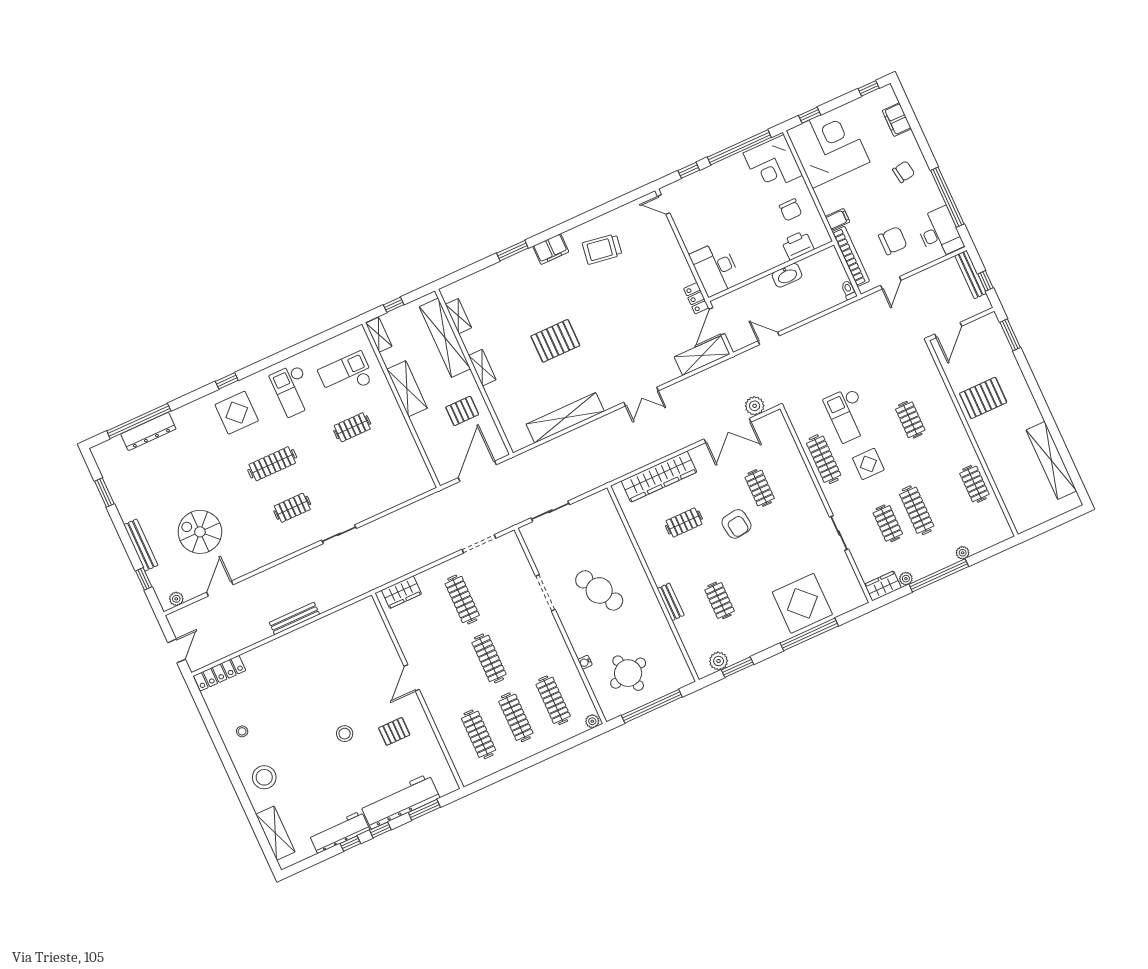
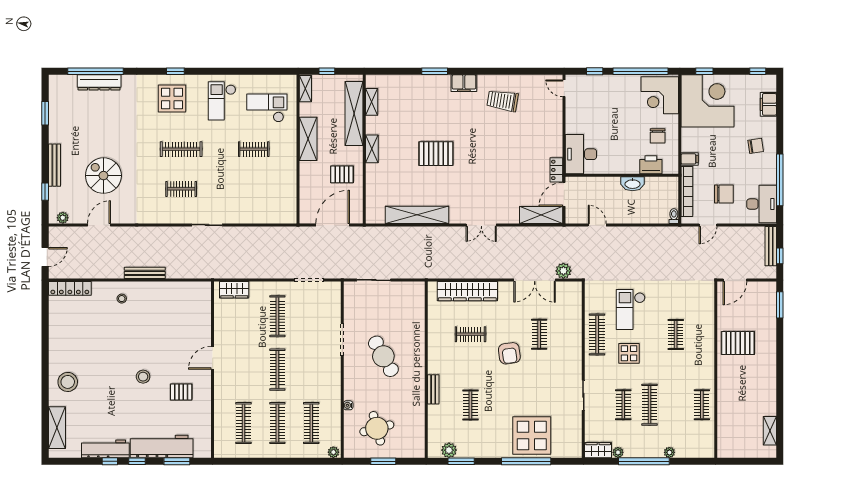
shelving: (1051, 460) -> (770, 431), width x0.45, depth x0.75
window: (652, 706) -> (383, 461), width x0.47
stool: (242, 731) -> (122, 299), moved

